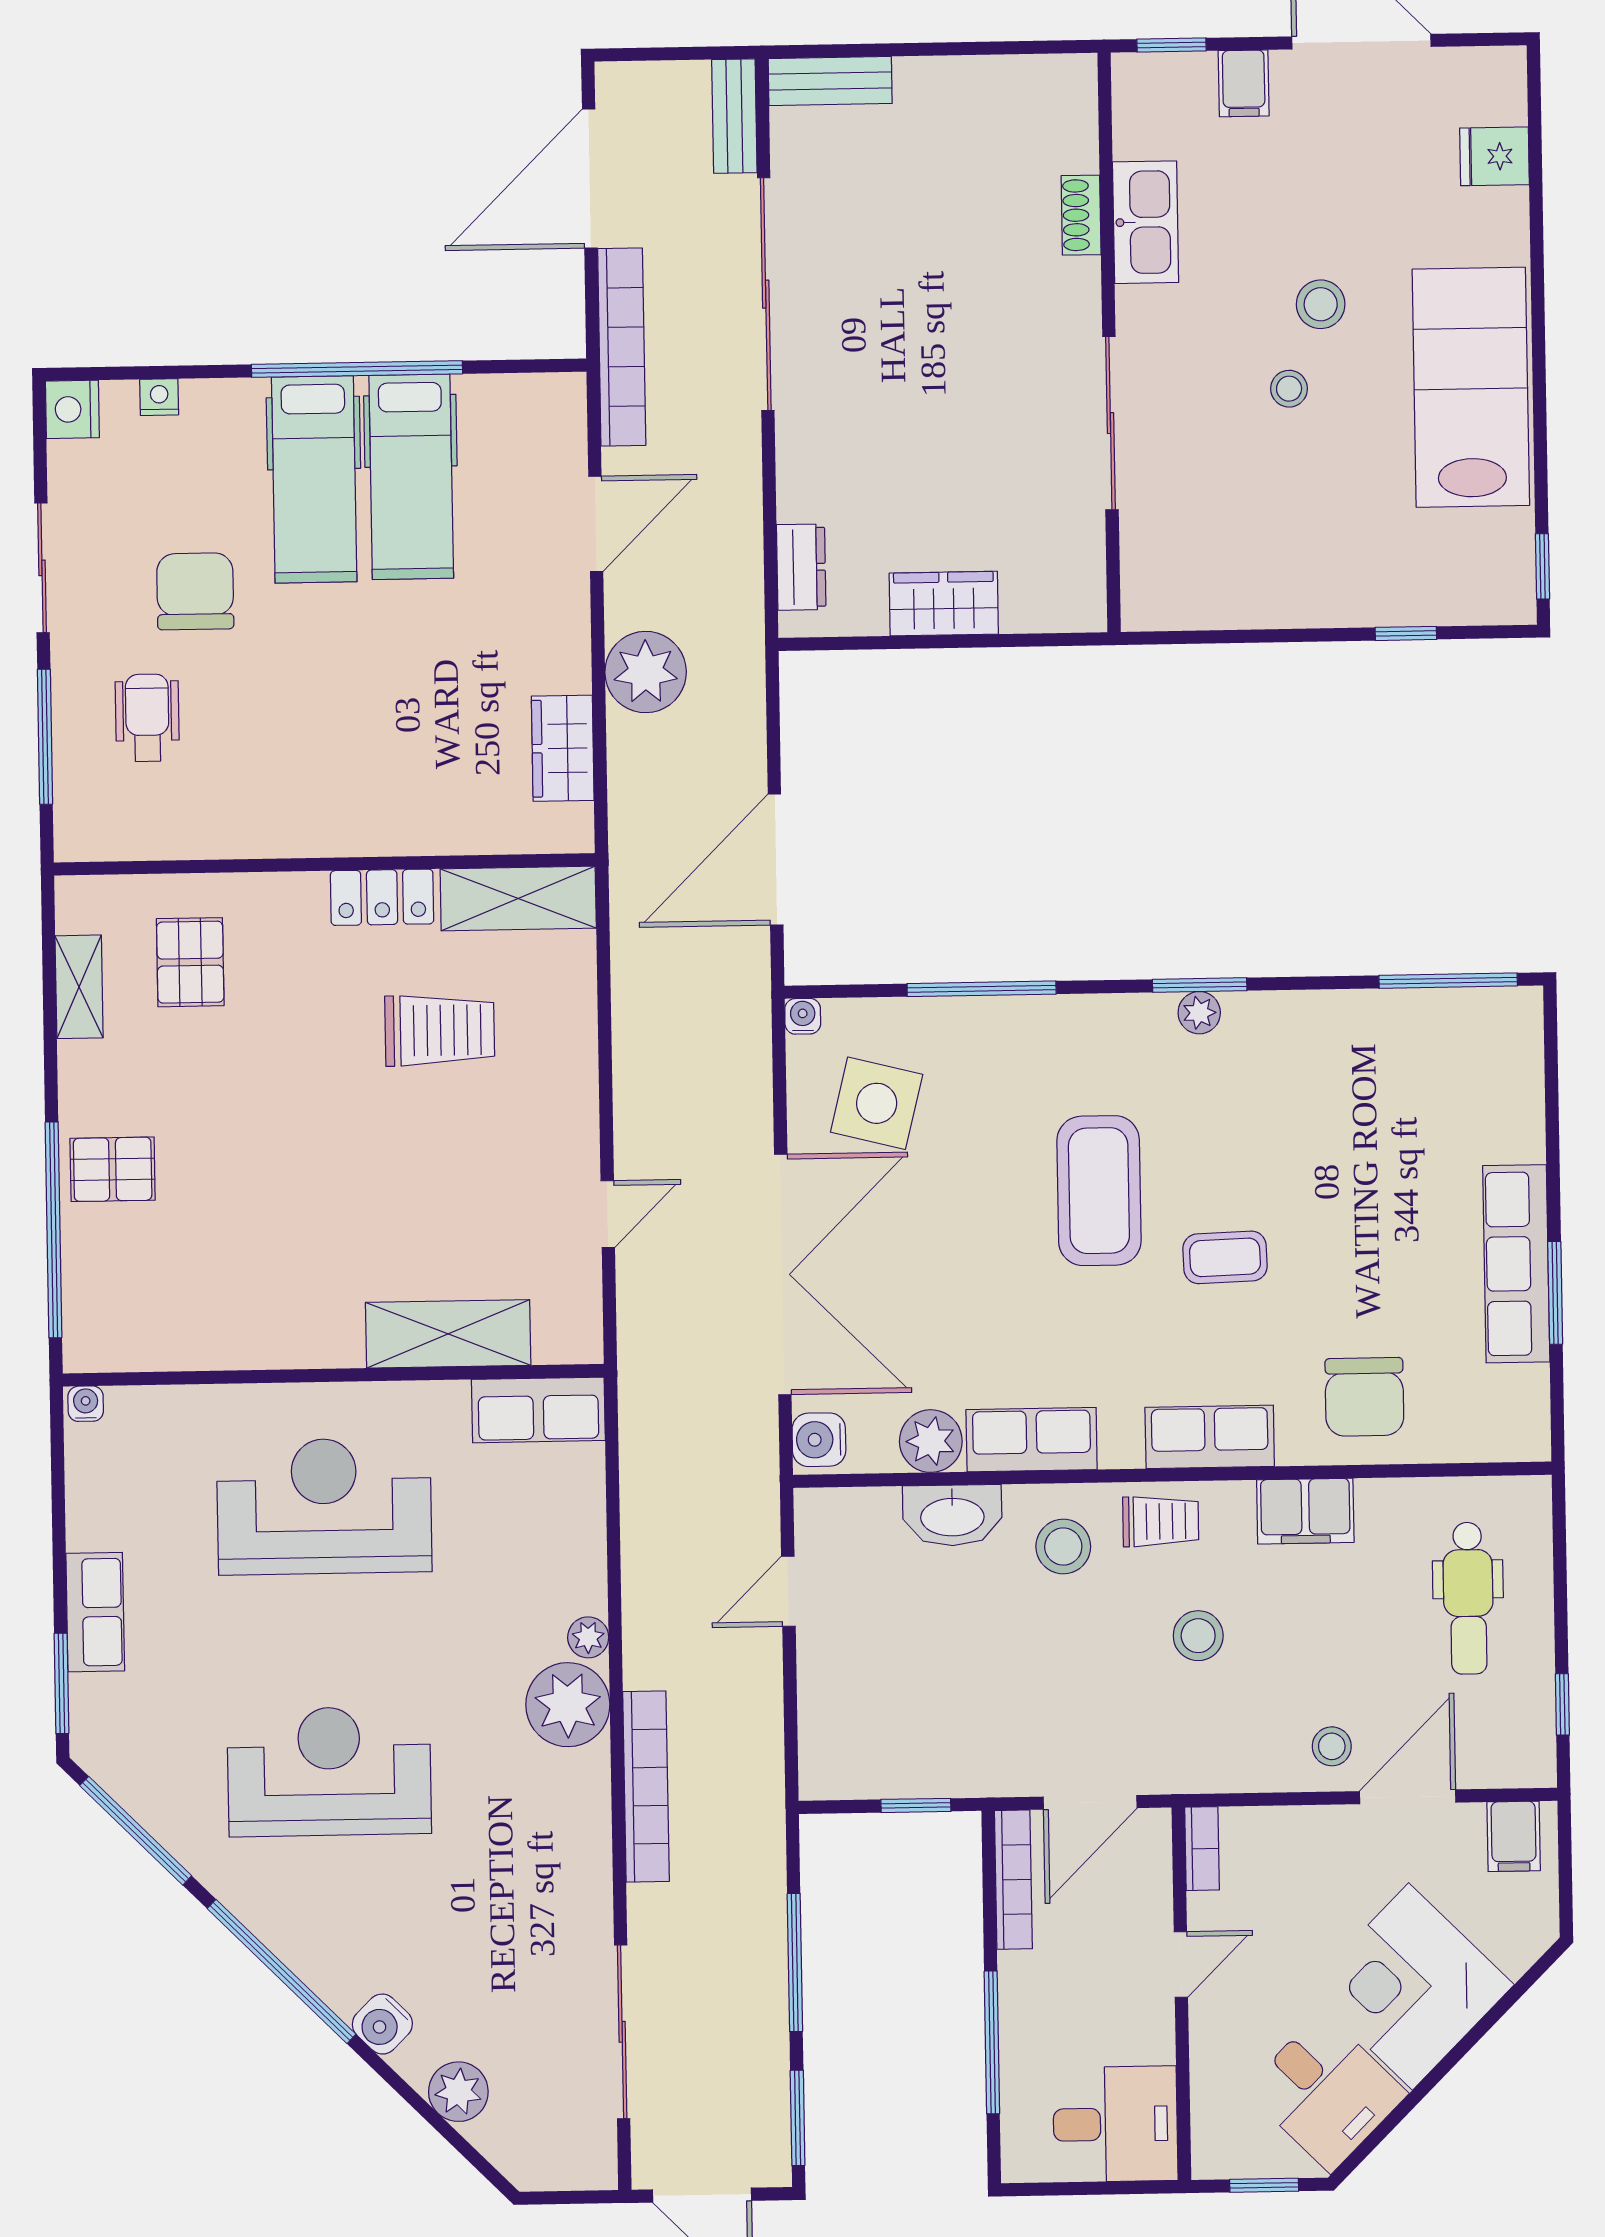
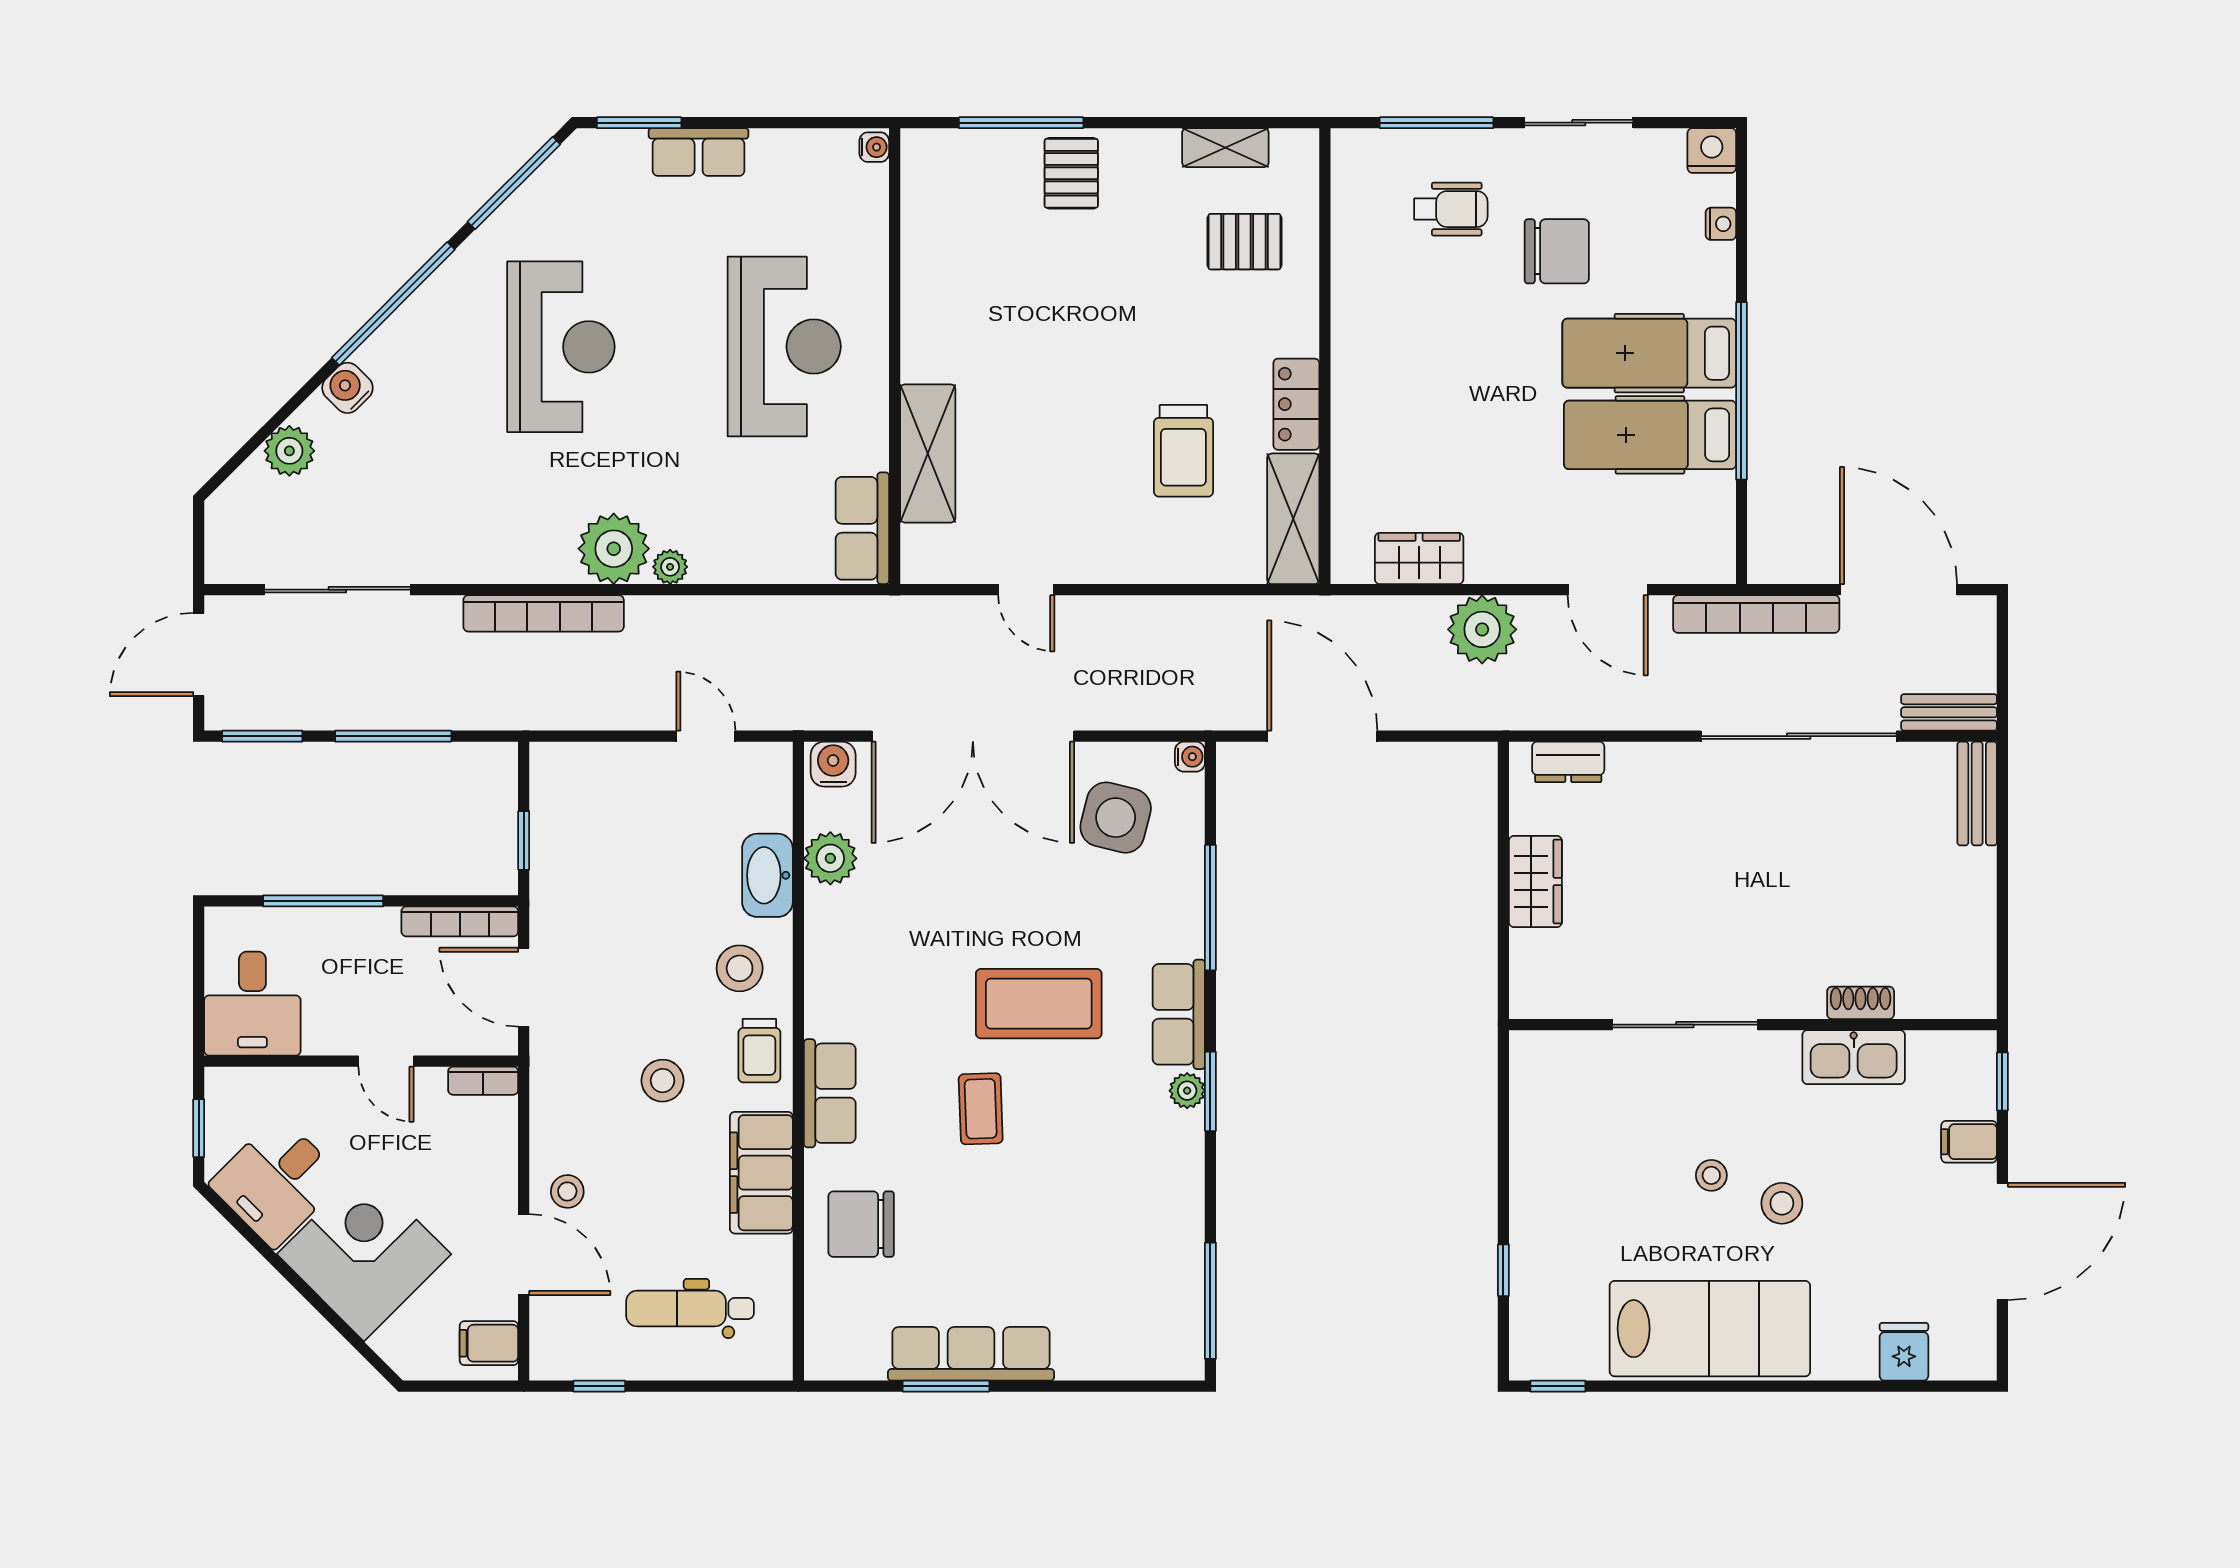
window: (54, 1230) -> (1021, 123), width x0.68
row of seats: (1032, 1440) -> (1179, 1014), moved, turned 180
filing cabinet: (1305, 1511) -> (761, 1173), width x1.50, depth x1.17

